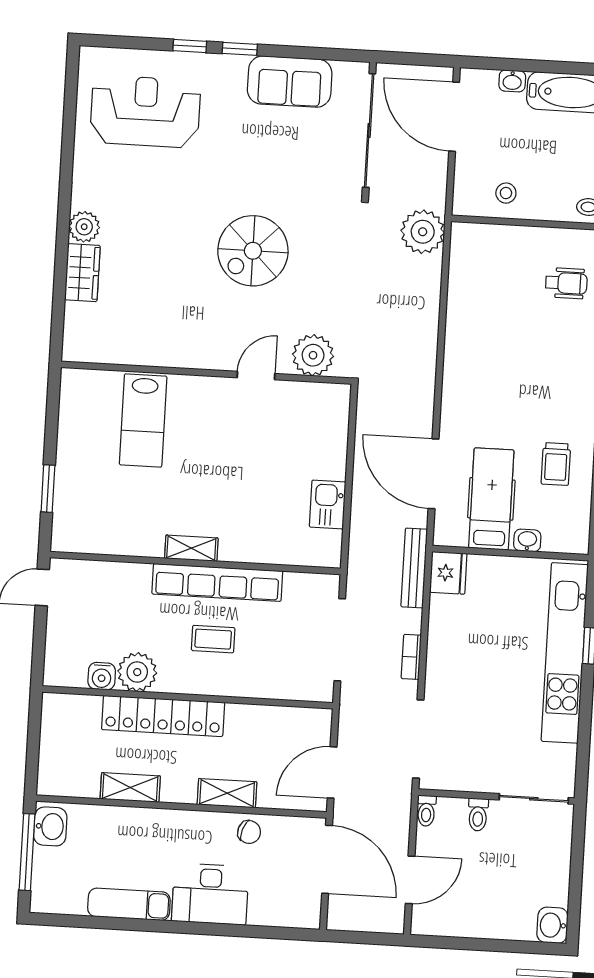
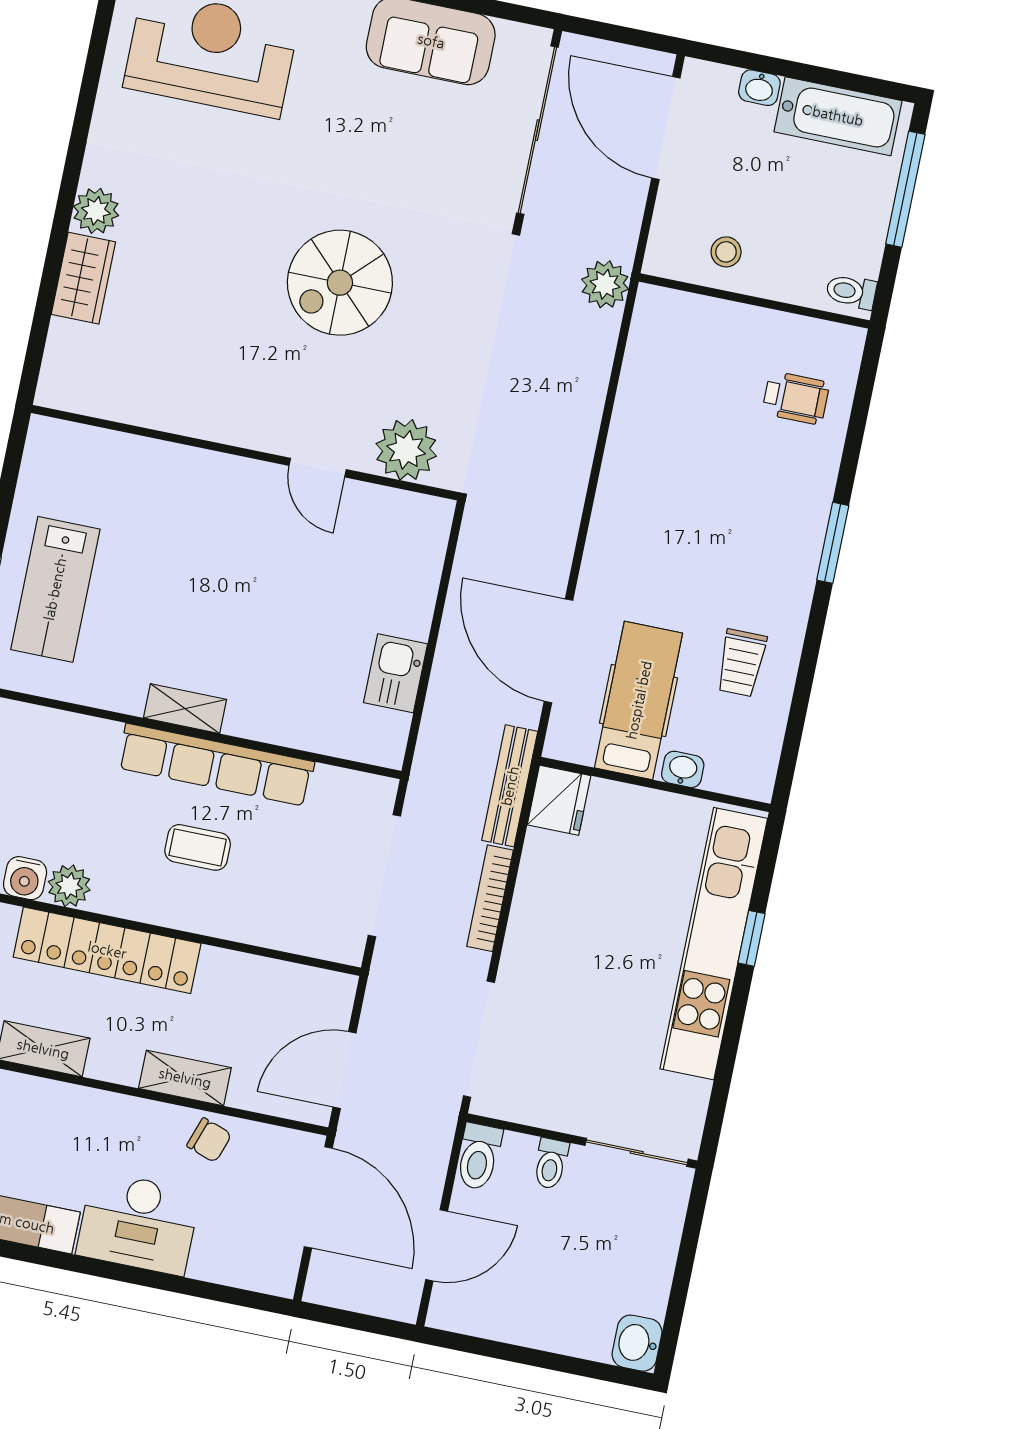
plant: (423, 232) -> (605, 284), width x0.73, depth x0.73
door: (256, 376) -> (318, 468), swing flipped
lab bench: (143, 420) -> (55, 589), moved
bookcase: (411, 657) -> (490, 898), width x1.56
plant: (137, 672) -> (69, 886), width x0.73, depth x0.73
toilet: (426, 811) -> (479, 1156), width x1.37, depth x1.39

